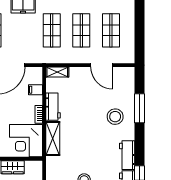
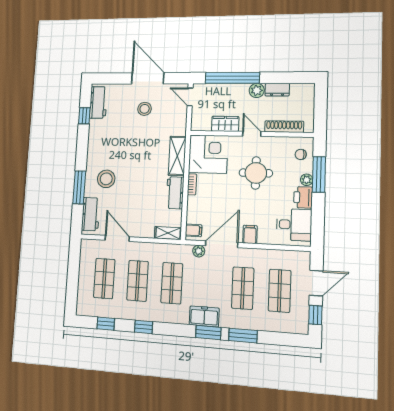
plant: (30, 58) -> (199, 251), added
filing cabinet: (35, 90) -> (193, 230), moved
workbench: (127, 155) -> (91, 214), moved

